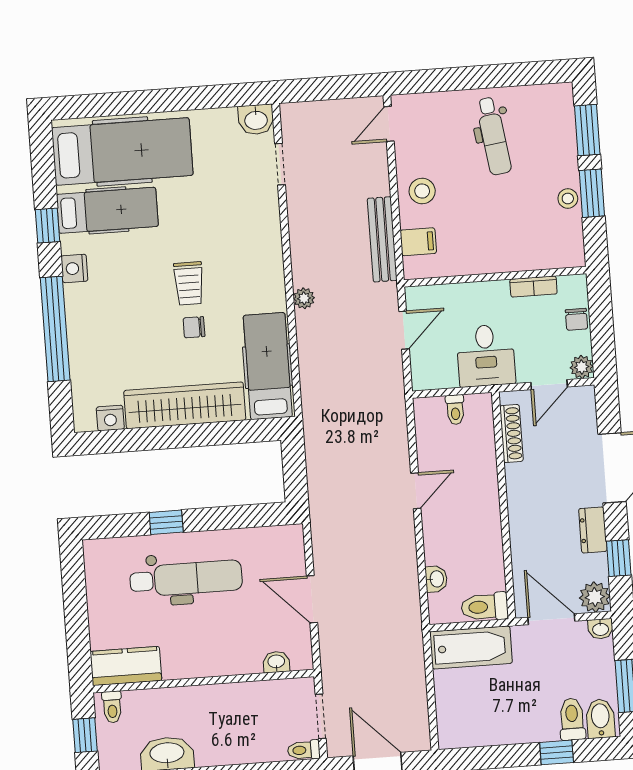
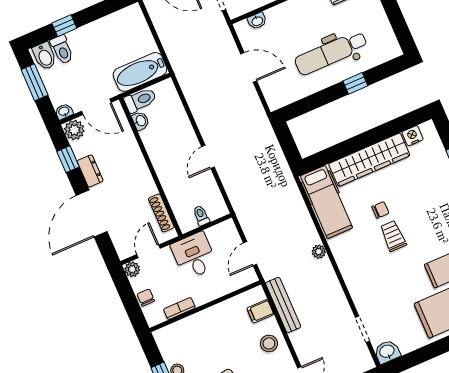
washbasin: (436, 579) -> (140, 121), moved, turned 180

